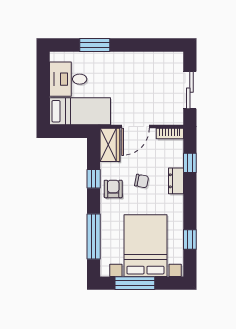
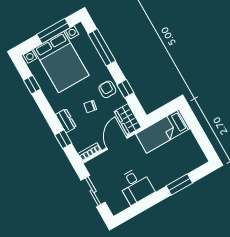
desk: (68, 79) -> (136, 186), moved, turned 90
armchair: (113, 189) -> (107, 89), turned 180

